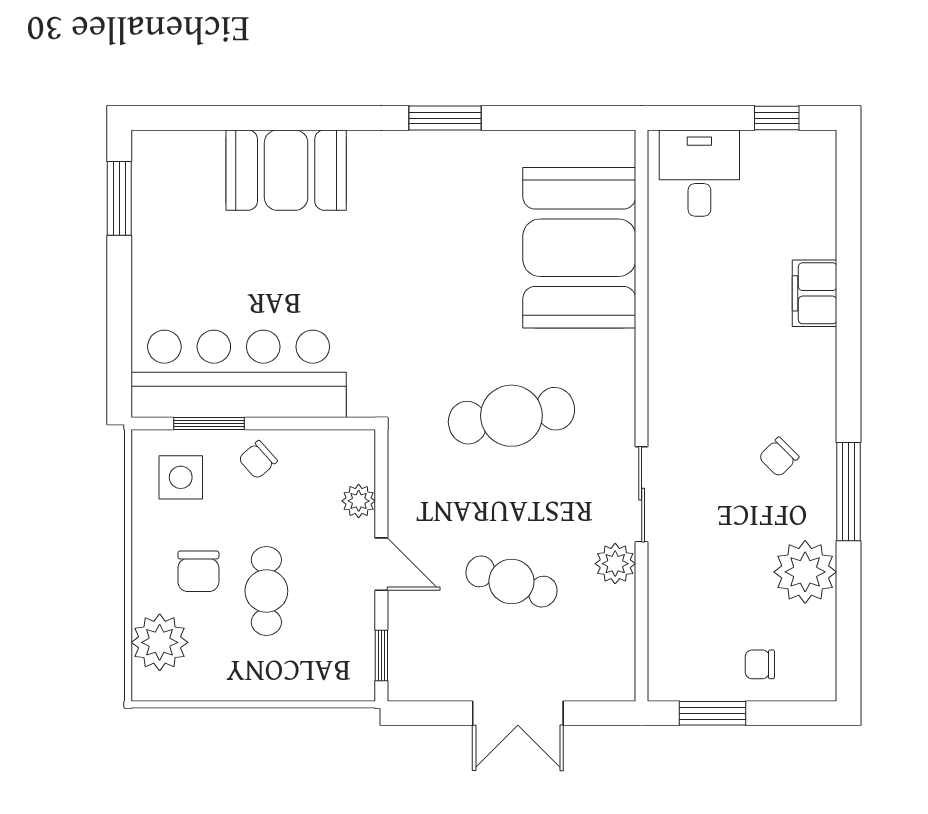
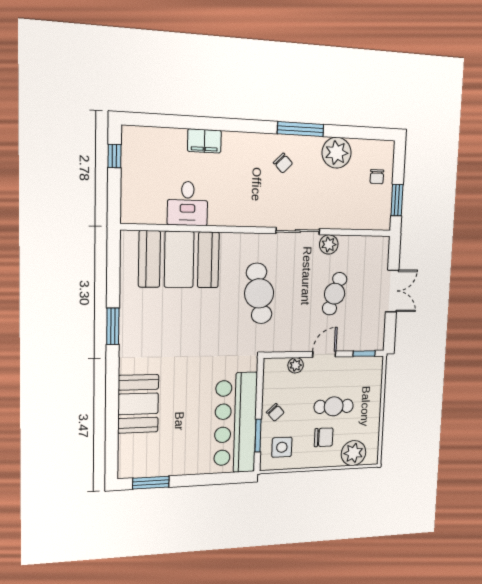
desk: (699, 173) -> (188, 203), moved, turned -90

